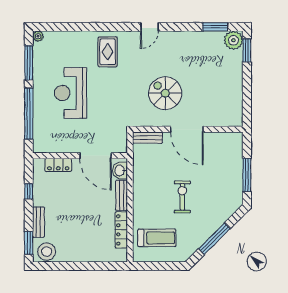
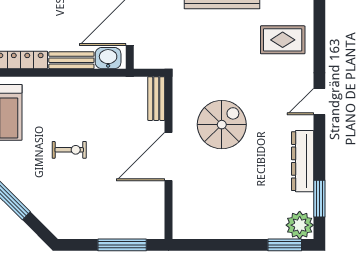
door: (149, 27) -> (319, 101), hinge flipped
dresser: (190, 38) -> (303, 161), added
window: (247, 175) -> (122, 245), moved
exercise bike: (182, 197) -> (69, 150), width x0.73, depth x0.72

